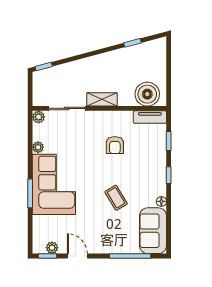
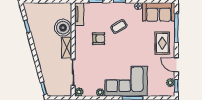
boiler: (147, 94) -> (63, 28), moved
coffee table: (116, 198) -> (119, 27), moved
rug: (108, 236) -> (162, 43), added
door: (77, 256) -> (176, 65), hinge flipped

